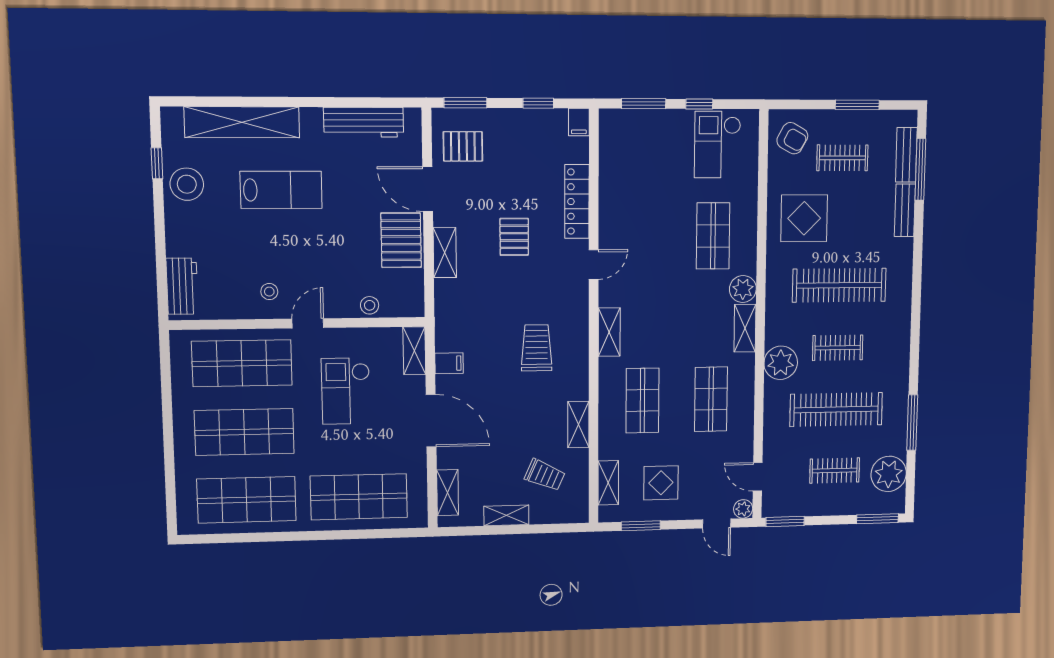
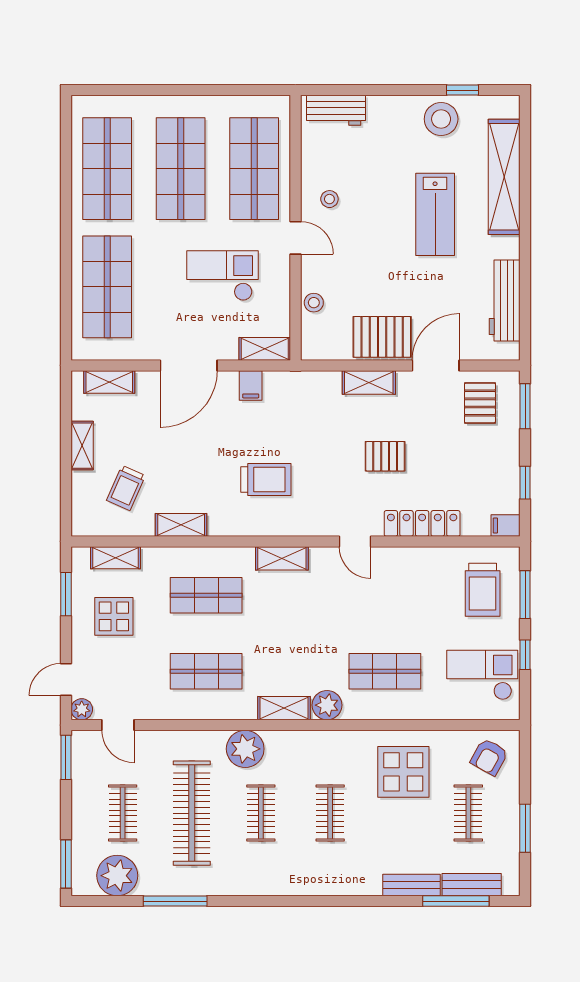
trolley: (639, 144) -> (483, 590), added
clothes rail: (839, 285) -> (330, 813), width x0.54, depth x0.76
door: (758, 477) -> (118, 725), swing flipped

